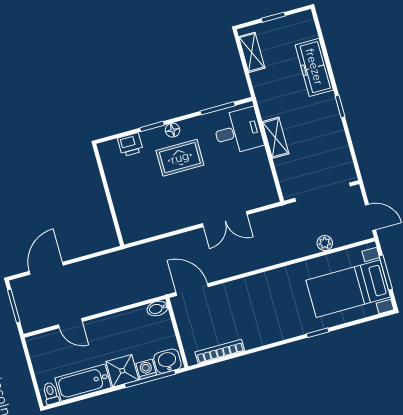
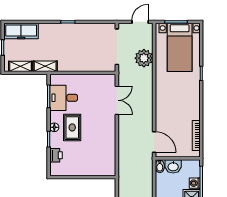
freezer: (314, 67) -> (21, 31), moved
desk: (238, 131) -> (64, 98), moved, turned -90
shelving: (275, 138) -> (45, 66), moved
double door: (225, 219) -> (117, 100), moved
plant: (325, 243) -> (144, 58), width x1.88, depth x1.88
door: (192, 290) -> (154, 142), swing flipped
washbasin: (167, 361) -> (173, 166), moved, turned -90

